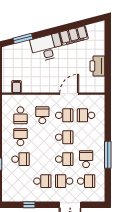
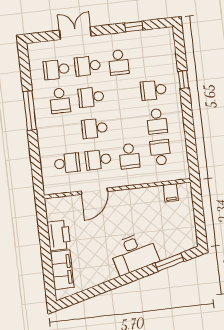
filing cabinet: (74, 35) -> (62, 270), moved, turned 105
school desk: (42, 181) -> (119, 62), turned -90
school desk: (64, 181) -> (88, 66), turned 180

